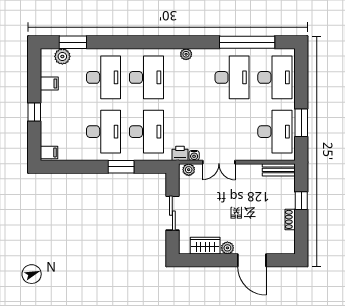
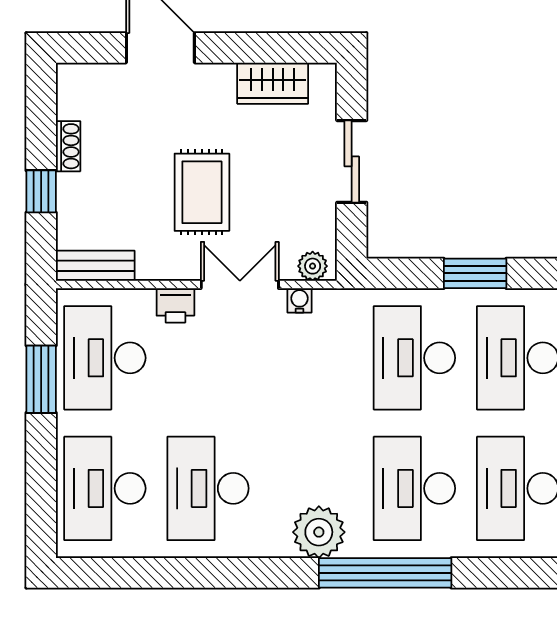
window: (247, 42) -> (385, 573), moved
plant: (186, 54) -> (319, 532), width x1.88, depth x1.88
printer: (180, 153) -> (175, 305), moved
rug: (235, 200) -> (202, 192), added
plant: (227, 248) -> (219, 78), removed

